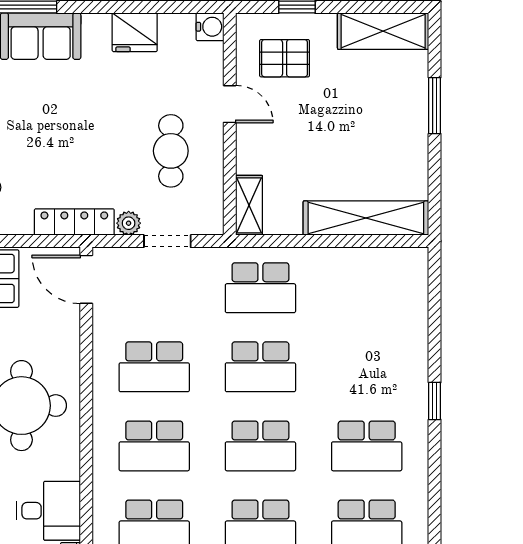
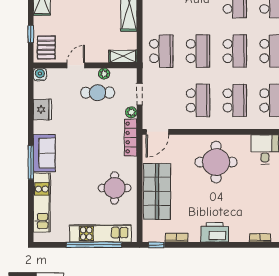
pallet: (285, 58) -> (46, 47), moved
plant: (212, 165) -> (104, 74), added

